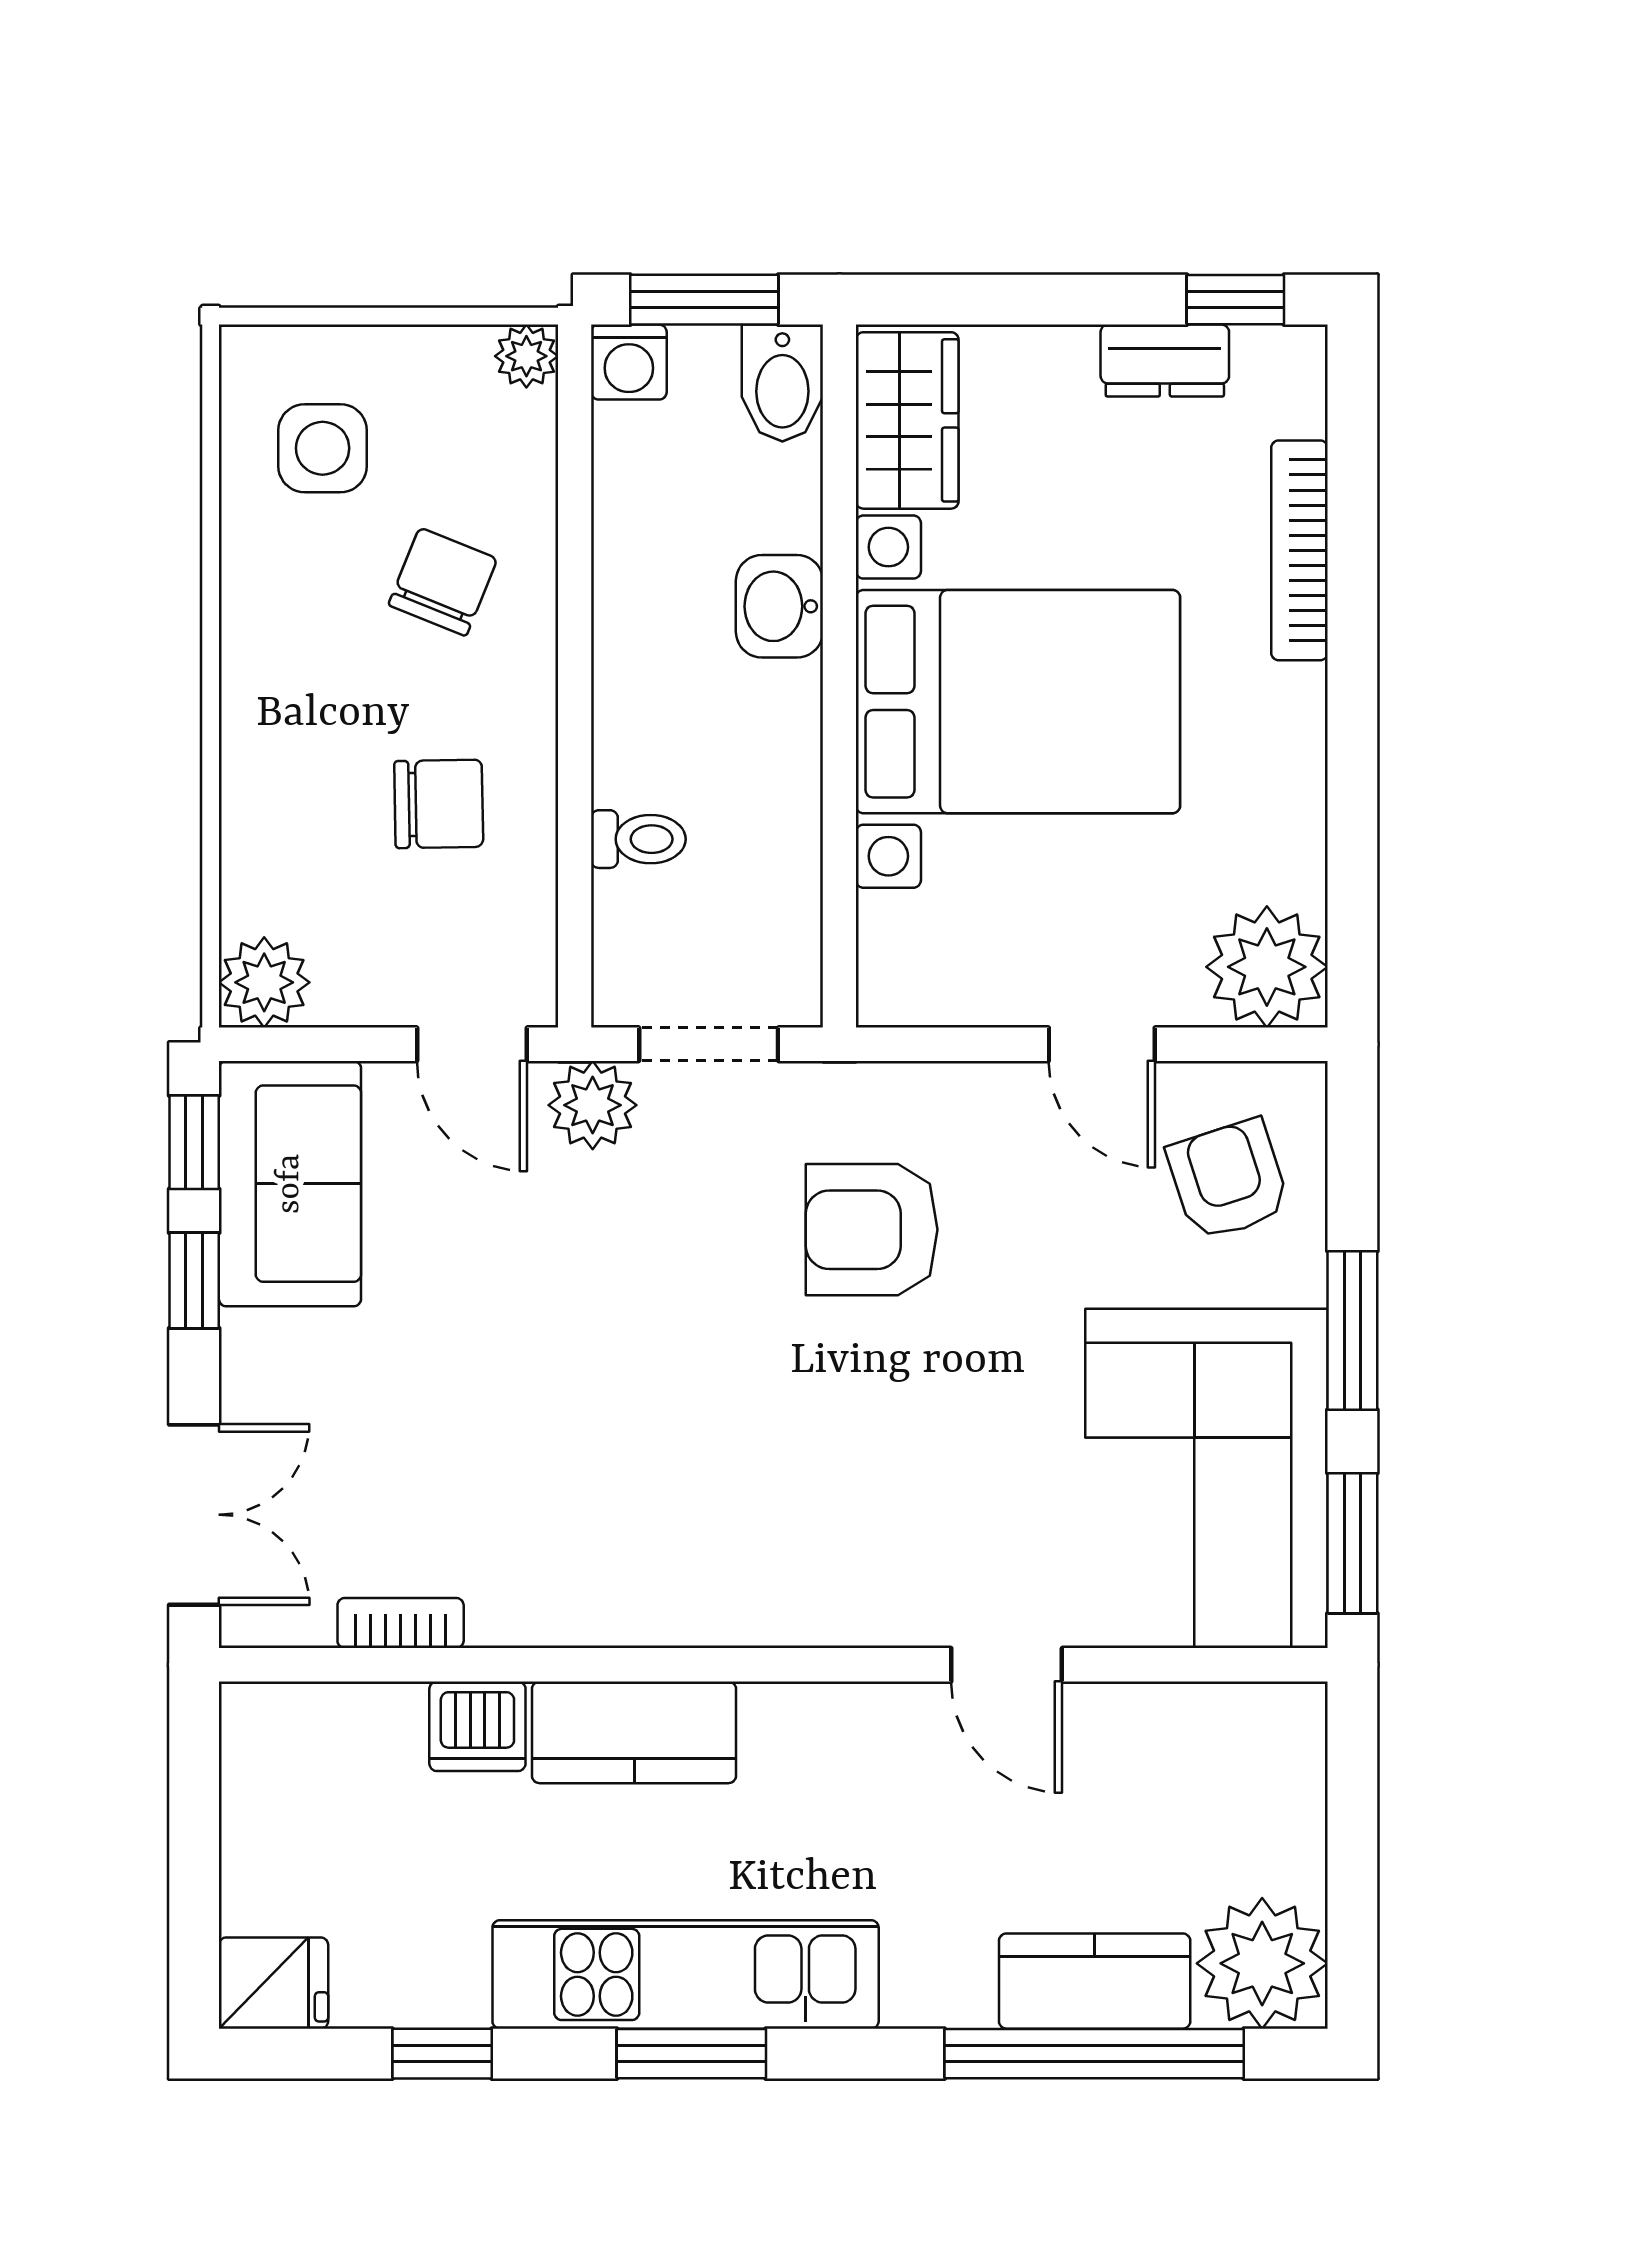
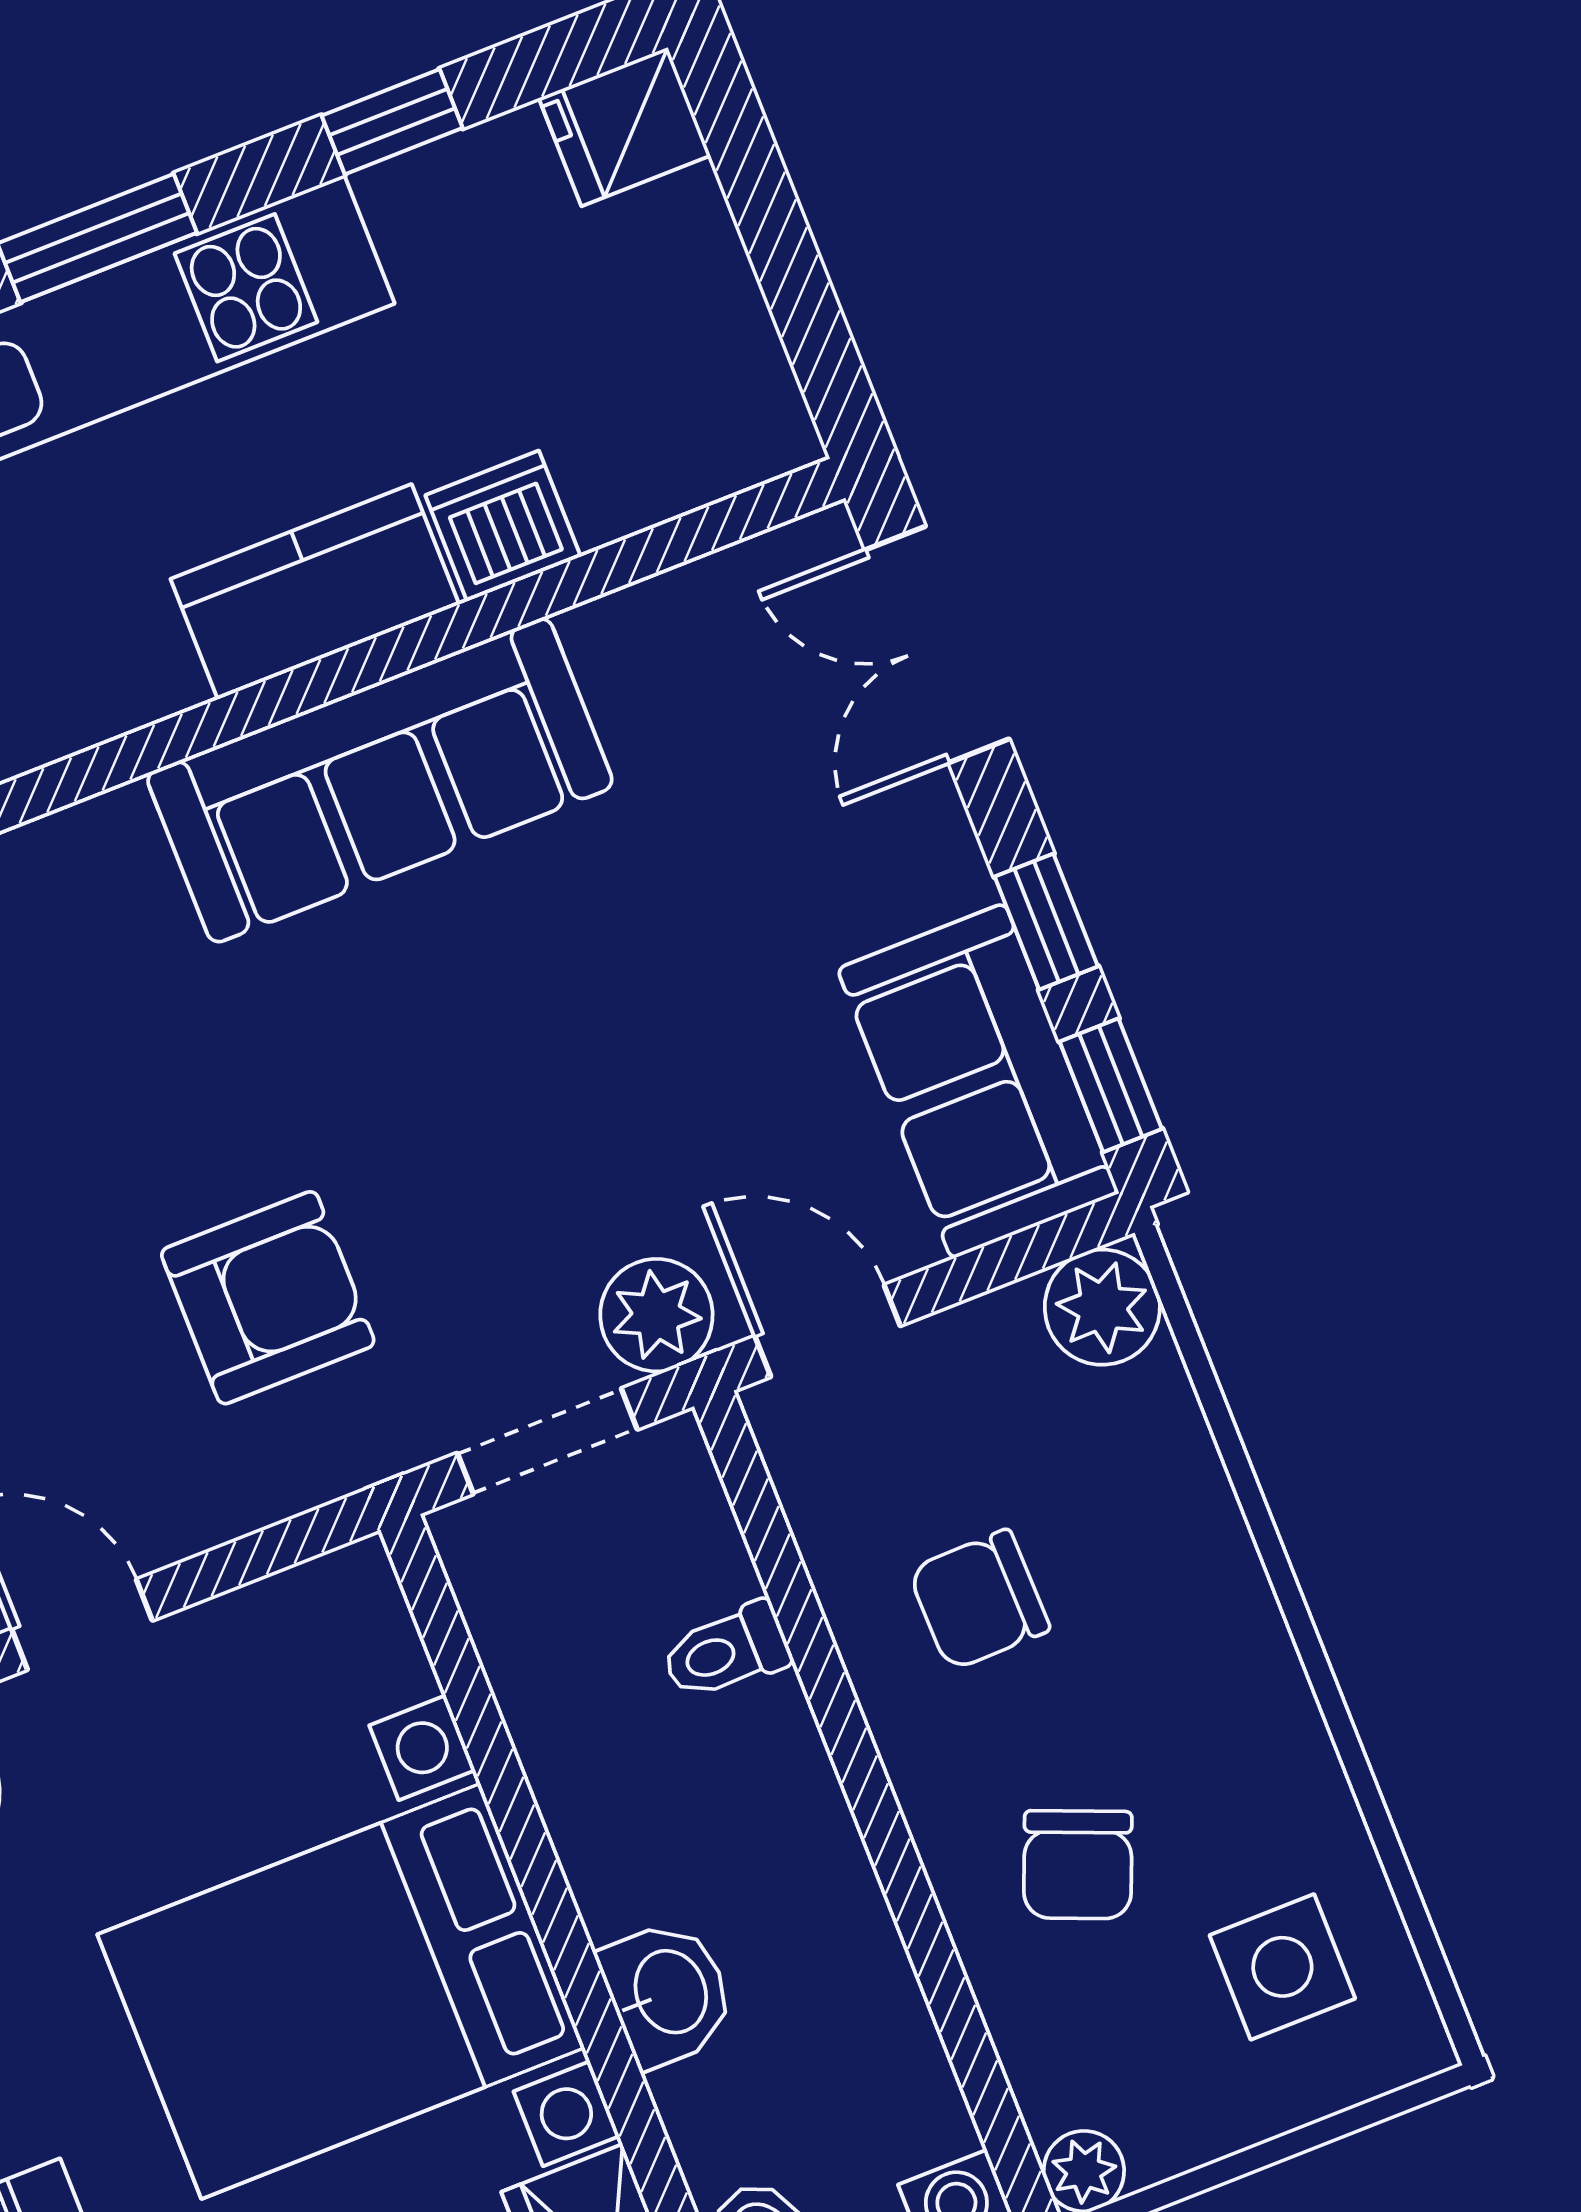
sofa: (641, 1576) -> (380, 780), added
bookcase: (401, 1623) -> (642, 612), removed

